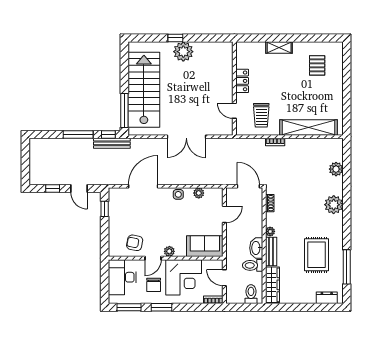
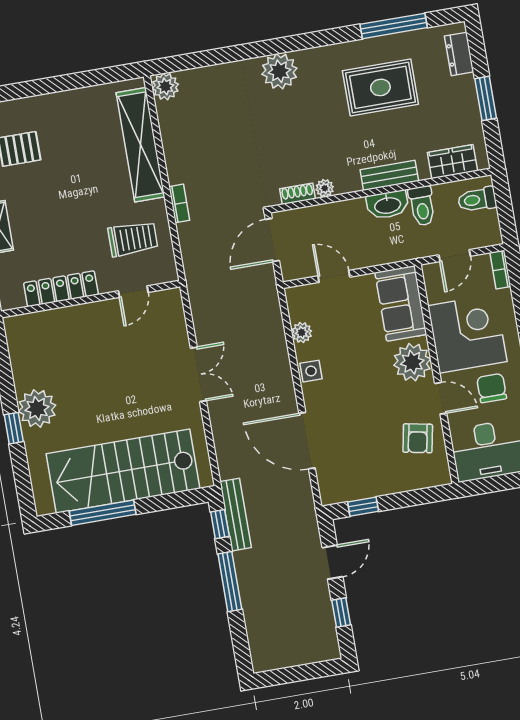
locker: (242, 81) -> (61, 289), width x1.53
window: (124, 111) -> (103, 513), moved
double door: (186, 137) -> (198, 374), width x0.73
plant: (336, 169) -> (165, 86), moved
plant: (270, 231) -> (325, 188), moved
plant: (169, 251) -> (412, 362), width x1.88, depth x1.88
chair: (154, 285) -> (492, 388), turned -90
wardrobe: (272, 285) -> (452, 162), width x0.67
window: (302, 307) -> (486, 98), added

